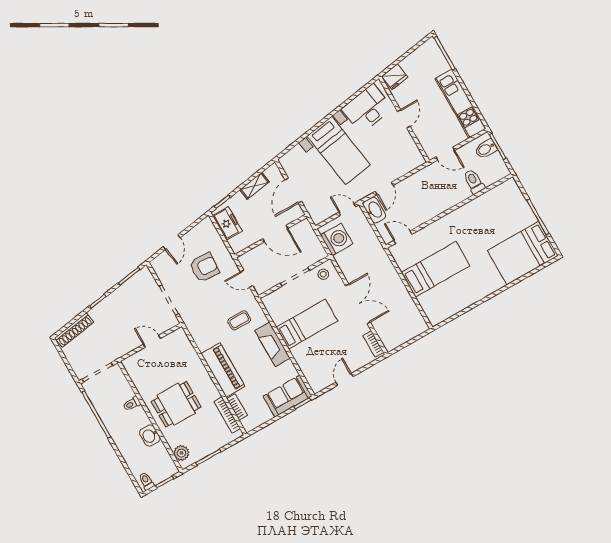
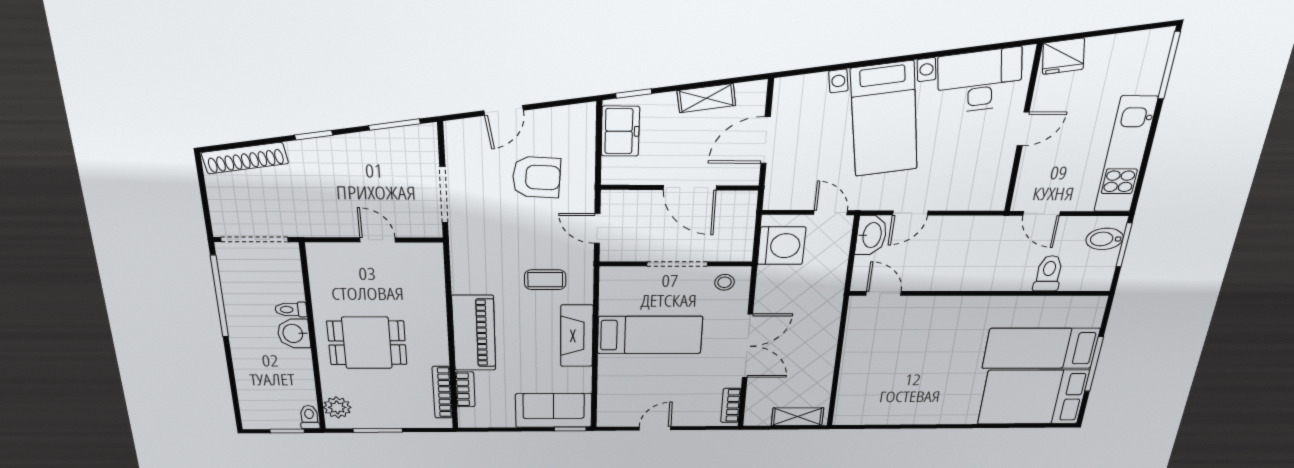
bed: (436, 269) -> (1041, 348), moved, turned 180
shelving: (411, 332) -> (797, 417), added
washbasin: (150, 436) -> (294, 333), moved
toilet: (146, 481) -> (309, 417), moved

